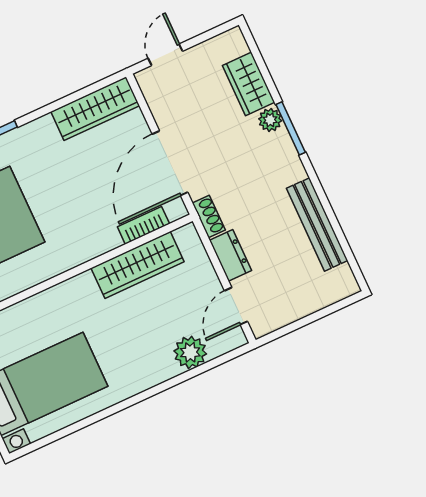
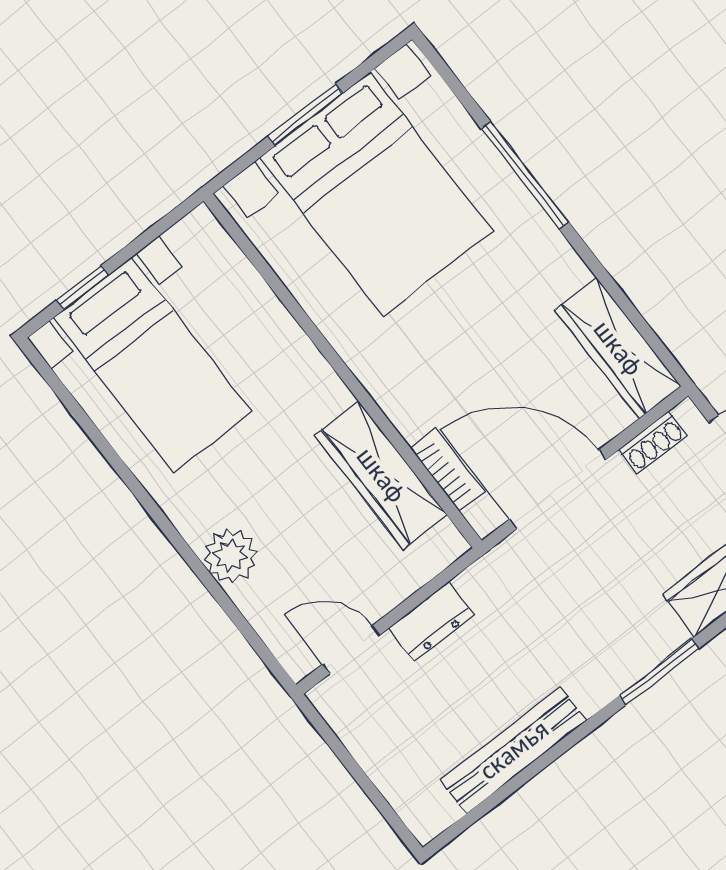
plant: (270, 120) -> (665, 635), removed
shoe rack: (209, 217) -> (653, 443), moved
plant: (190, 352) -> (231, 556), moved

